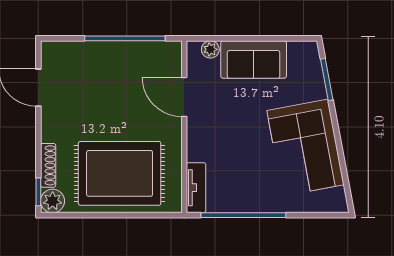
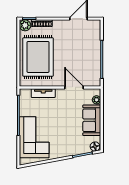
floor lamp: (309, 53) -> (95, 147), added
door: (184, 97) -> (74, 87), hinge flipped
corner sofa: (305, 148) -> (34, 137), moved, turned 101
tv unit: (196, 188) -> (43, 93), moved

